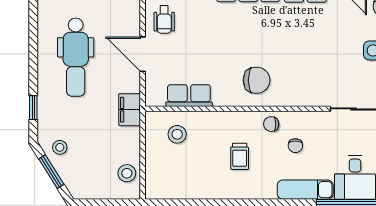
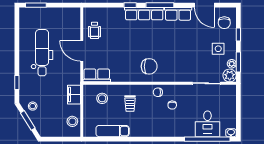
dental chair: (76, 57) -> (42, 53), turned 180
row of seats: (189, 96) -> (97, 75), moved
filing cabinet: (130, 110) -> (74, 95), moved
trolley: (240, 156) -> (130, 103), moved
exam couch: (305, 190) -> (113, 131), moved

